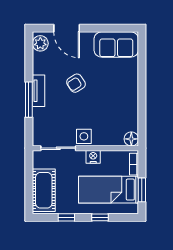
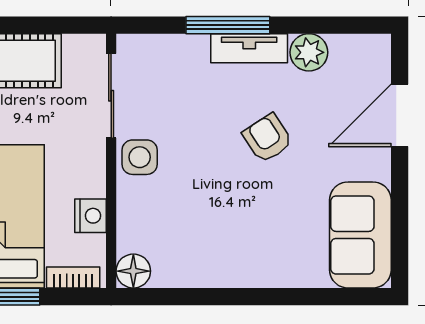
plant: (40, 43) -> (309, 52), moved
nightstand: (93, 157) -> (91, 216), moved

